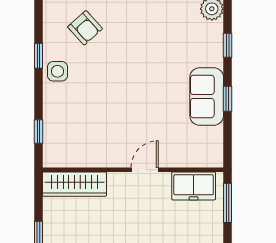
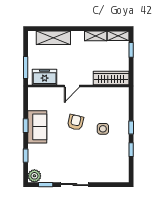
armchair: (85, 28) -> (75, 122), moved, turned 55
side table: (57, 71) -> (103, 129), moved
window: (39, 132) -> (131, 127), moved

